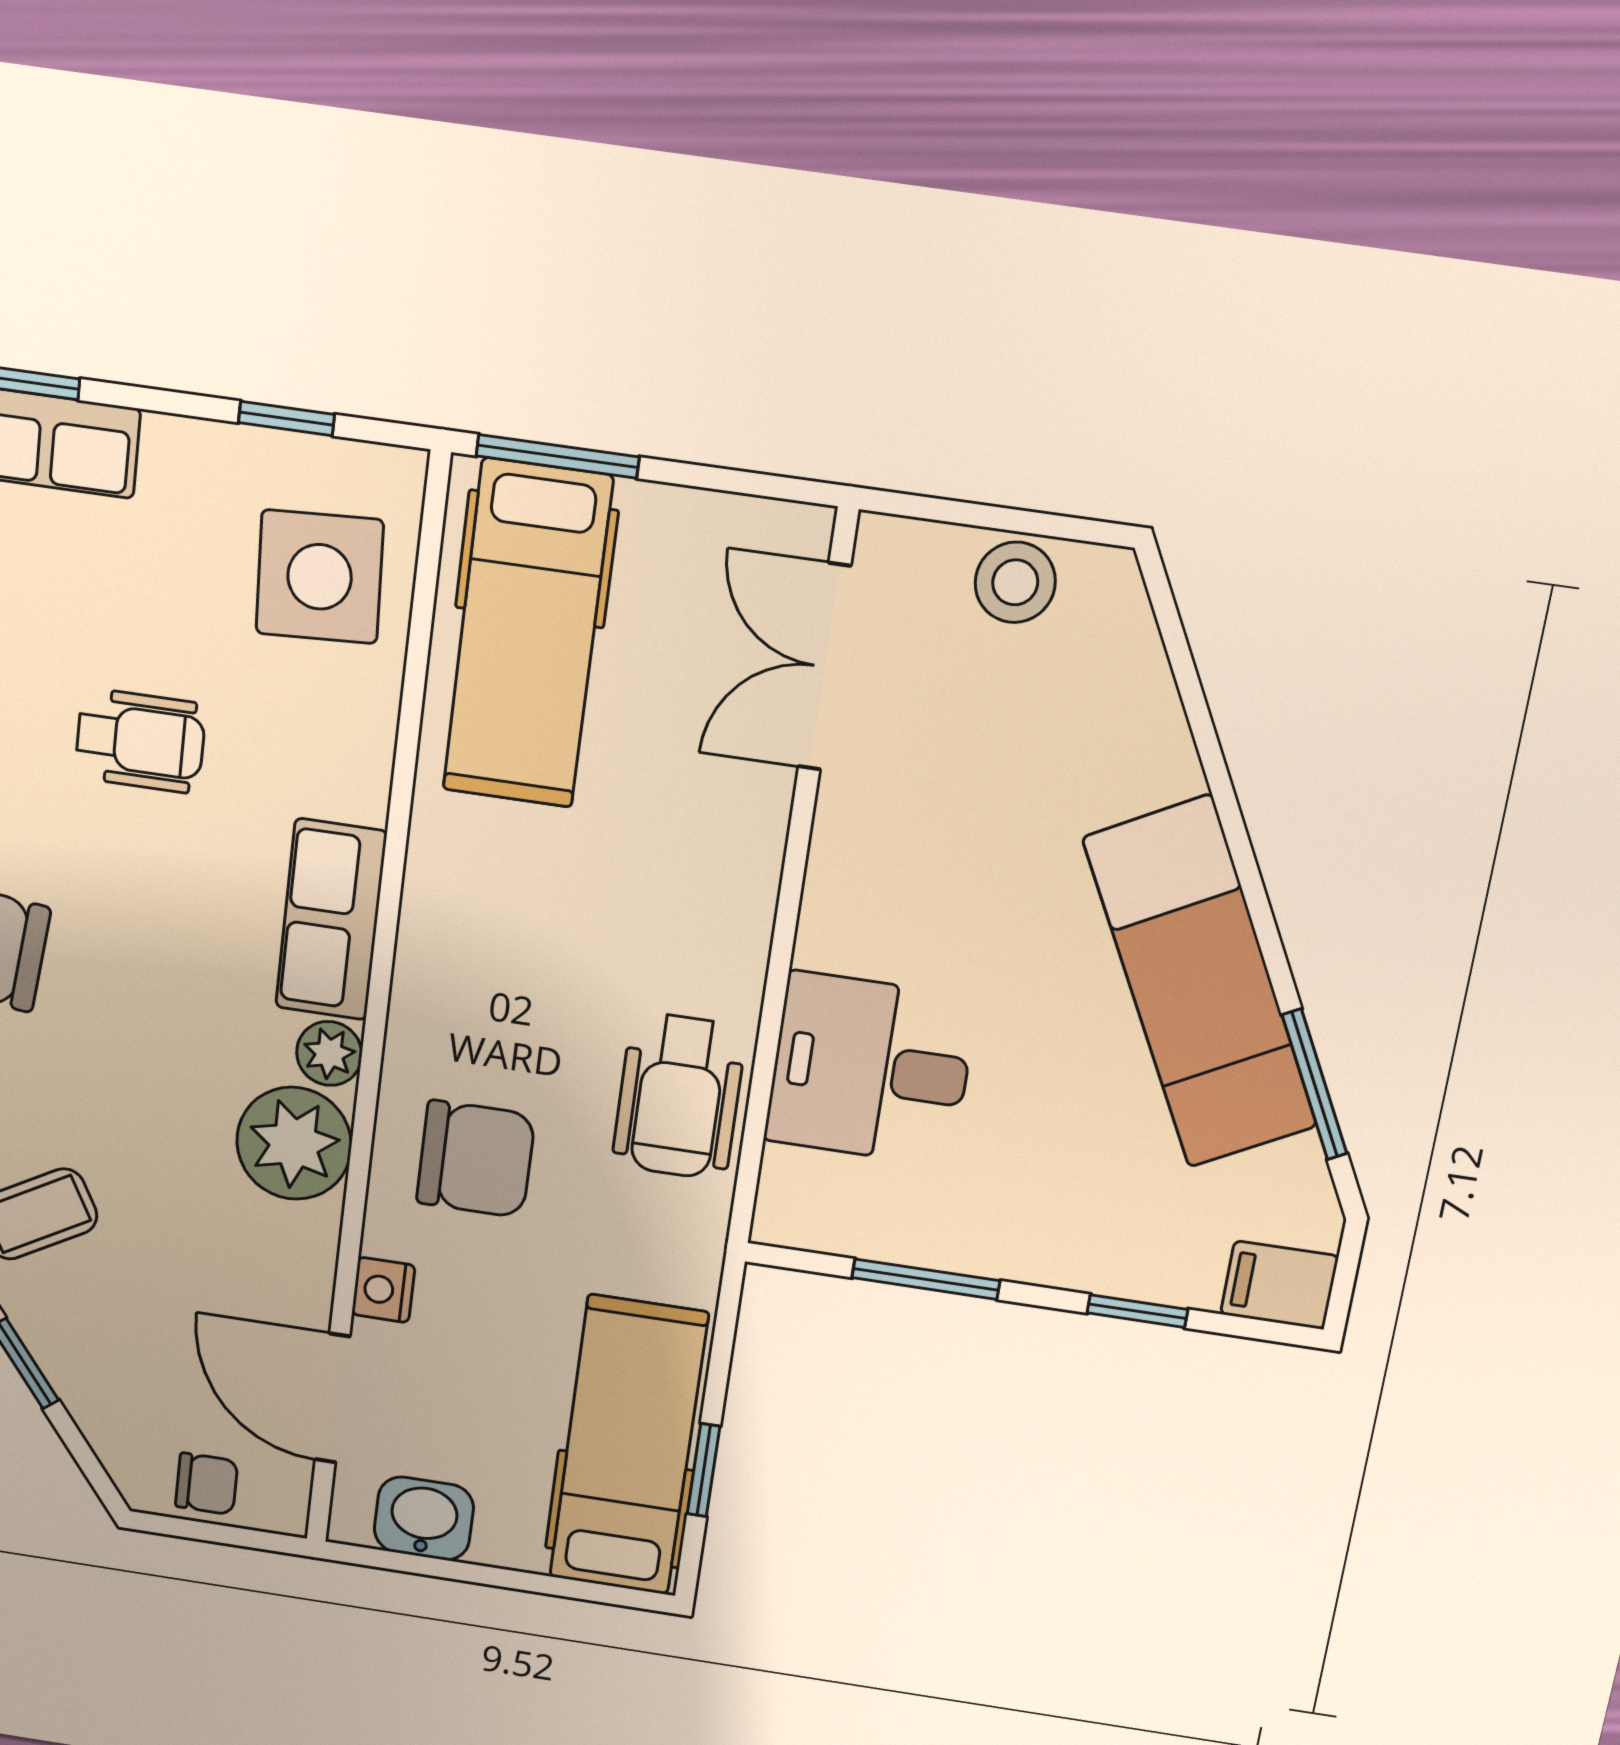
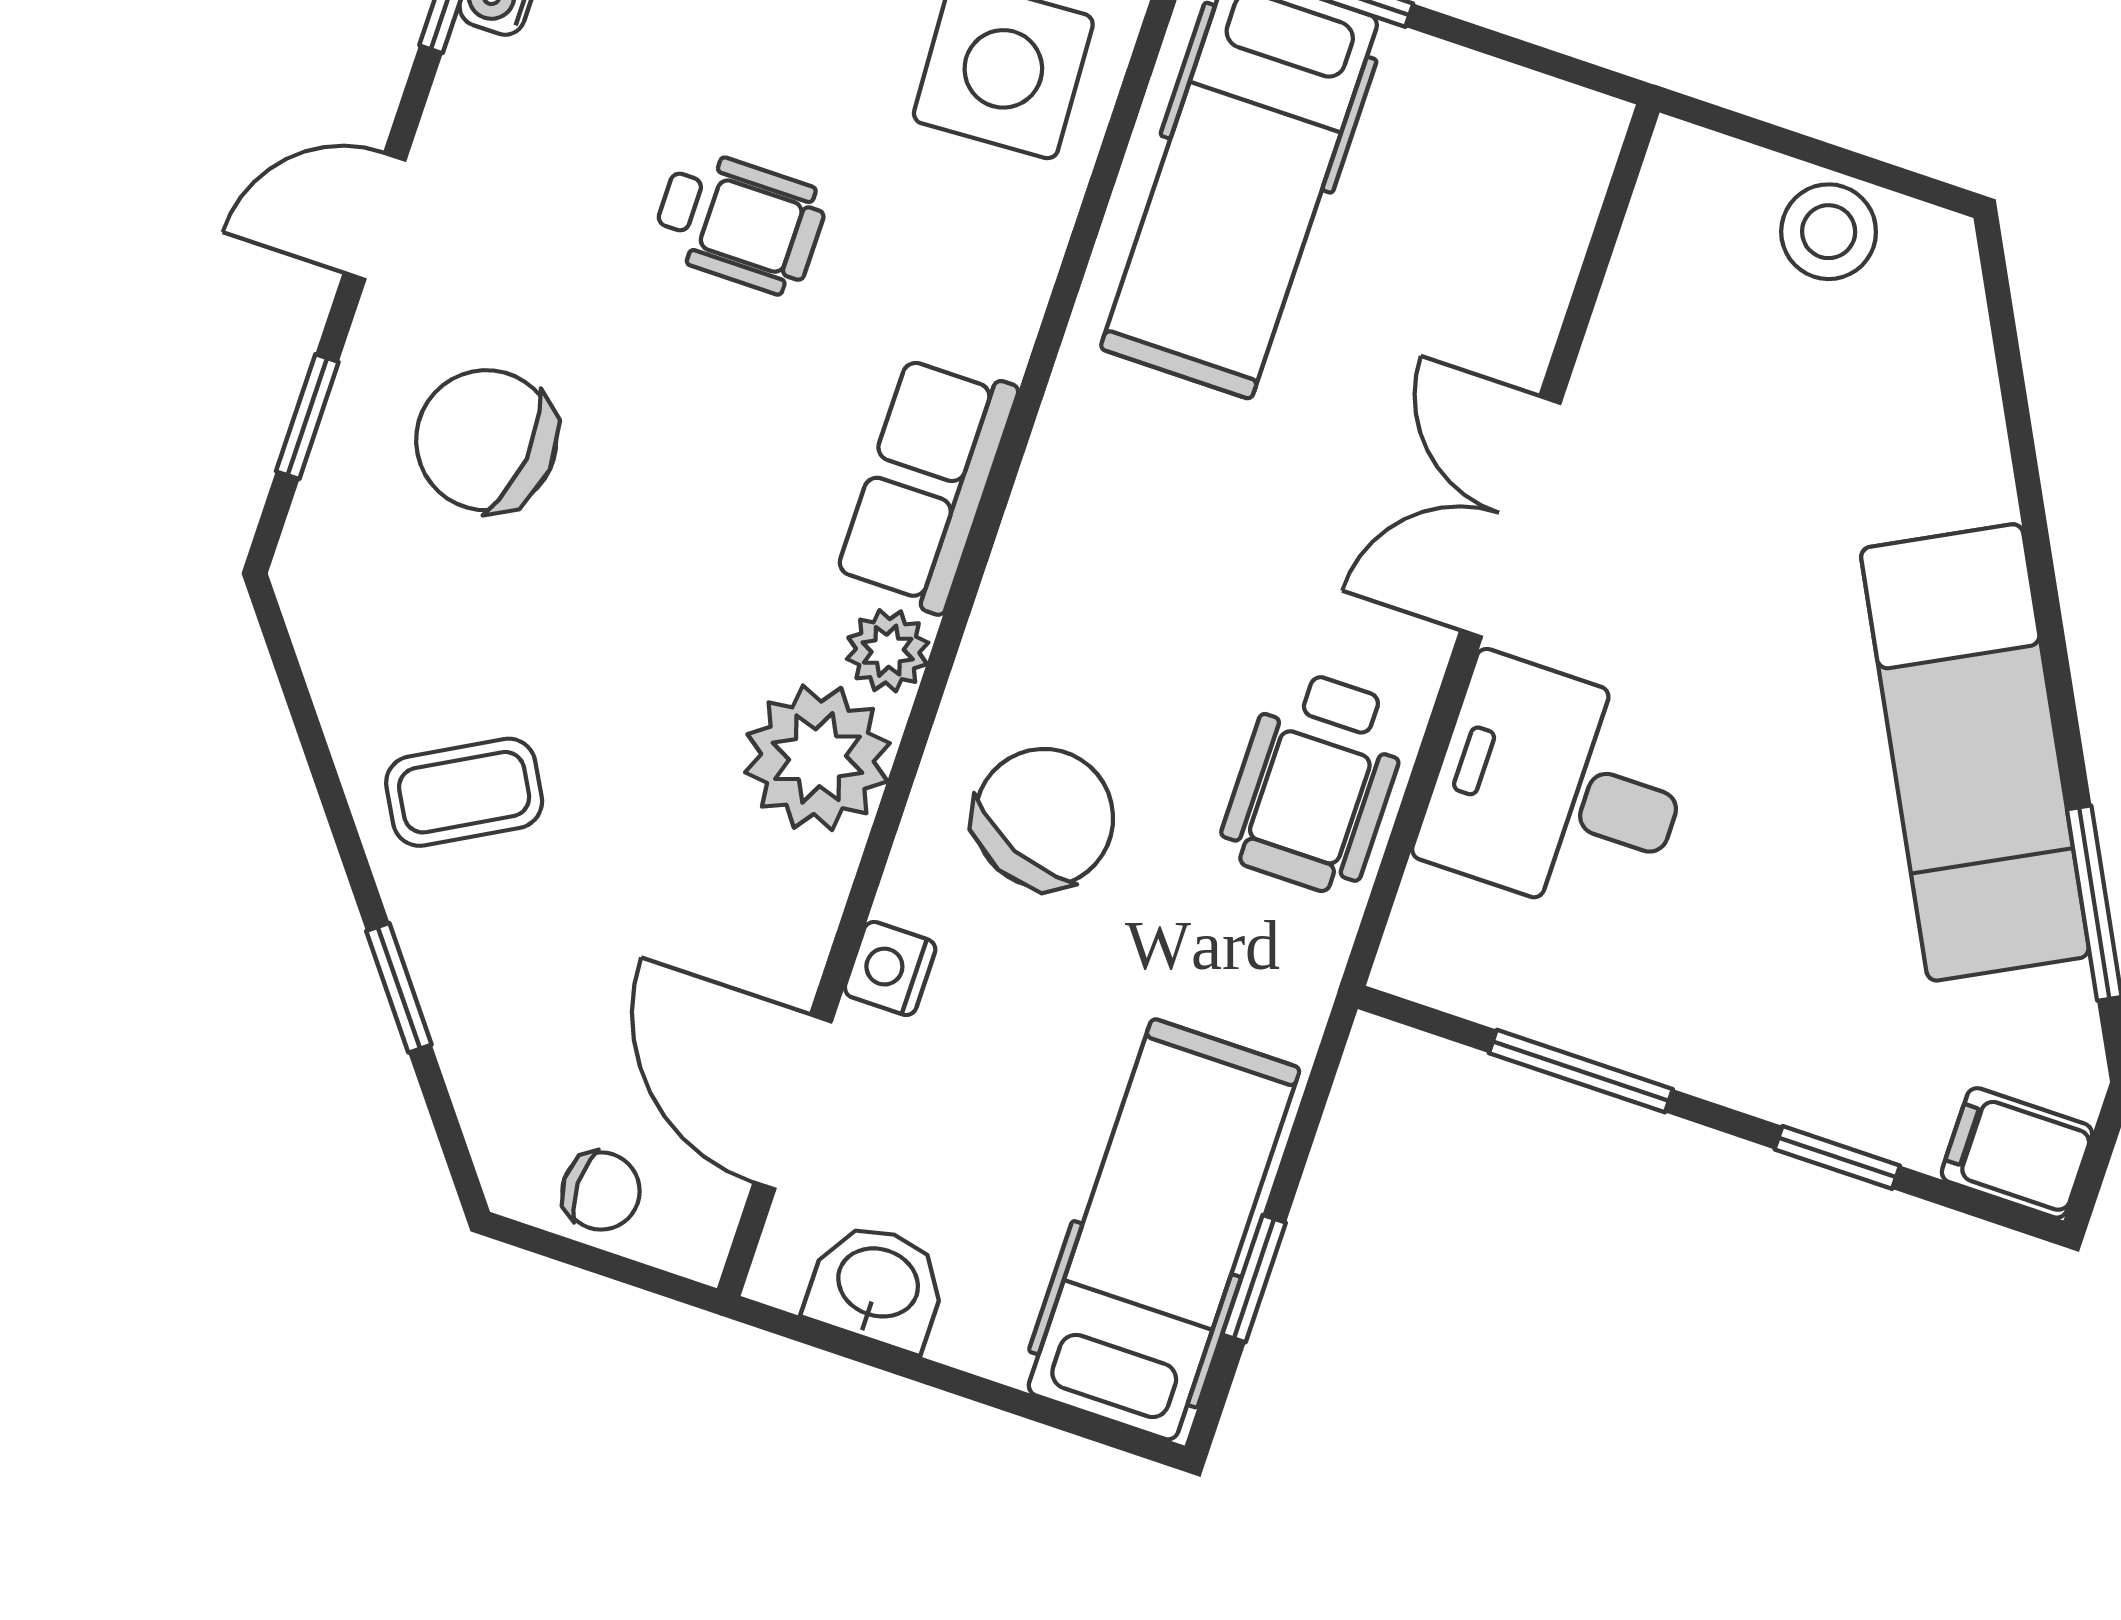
double door: (824, 667) -> (1510, 517), moved
chair: (476, 1159) -> (1044, 818), turned -67

